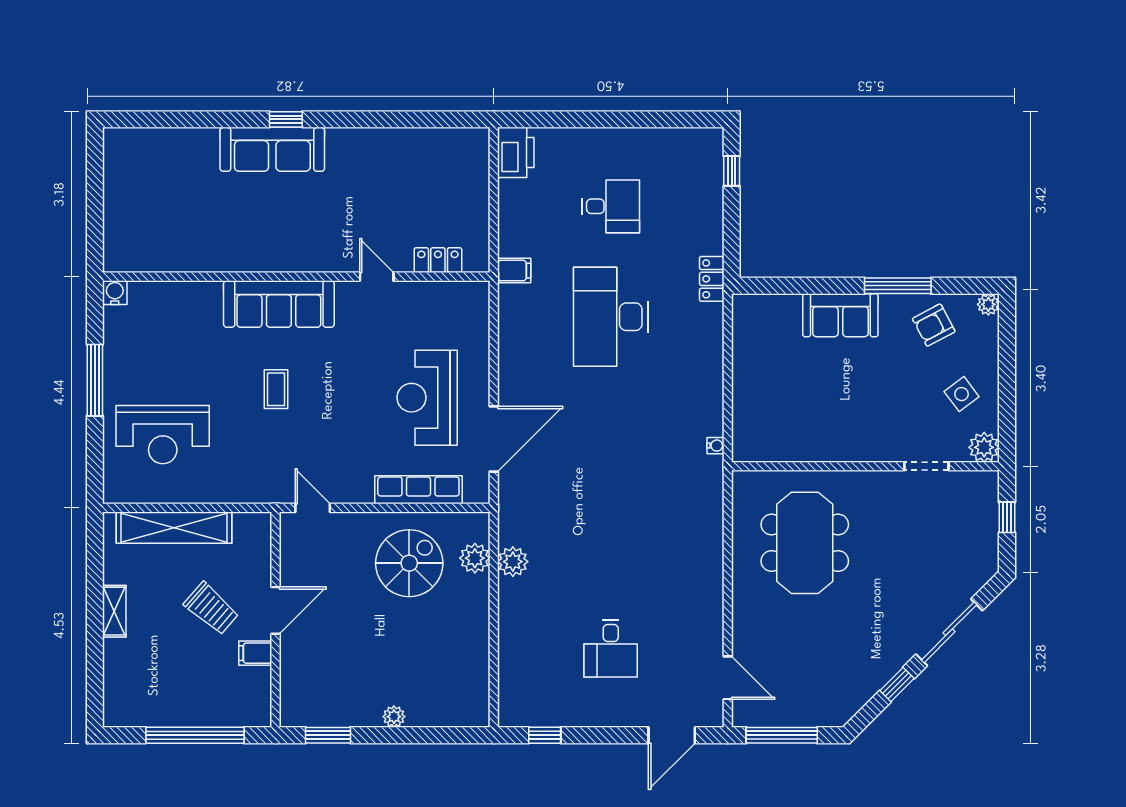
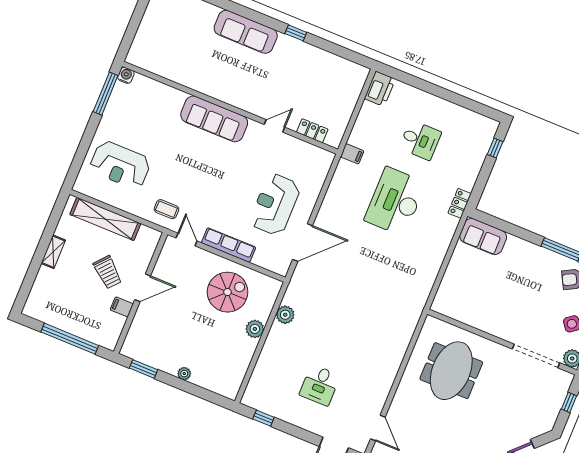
window: (286, 119) -> (296, 33), moved
door: (377, 277) -> (275, 126), hinge flipped
sofa: (840, 315) -> (483, 236), moved
window: (95, 380) -> (106, 94), moved
coffee table: (276, 389) -> (166, 209), moved, turned 90
water cooler: (715, 446) -> (424, 296), removed
doorway: (926, 466) -> (536, 356), width x1.88
row of seats: (418, 490) -> (229, 245), moved
plant: (475, 558) -> (255, 329), moved

